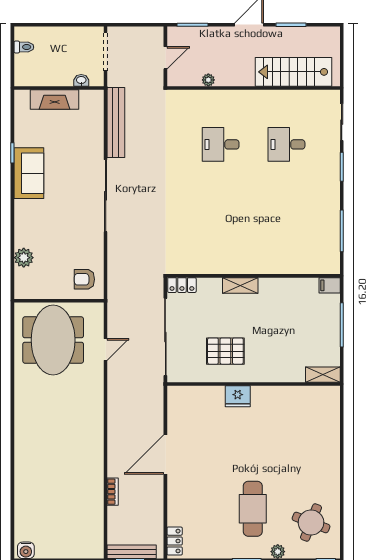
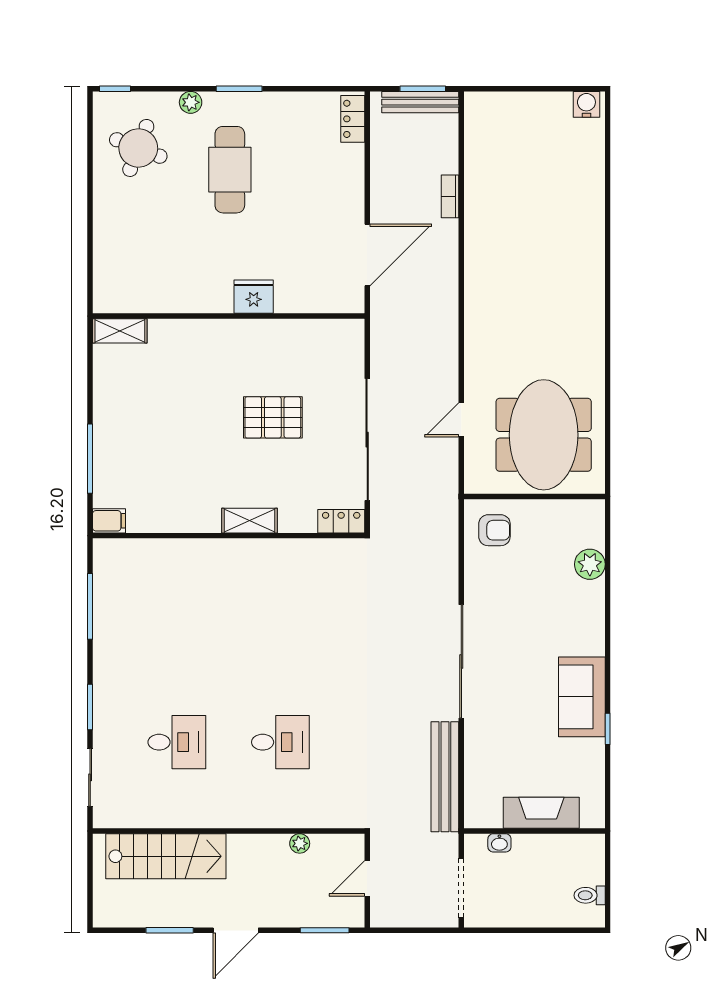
shelving: (323, 375) -> (120, 331), moved
wall: (254, 384) -> (229, 316), moved
fridge: (238, 396) -> (254, 297), moved

